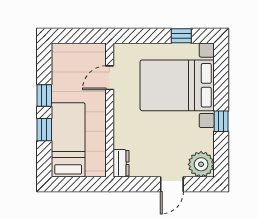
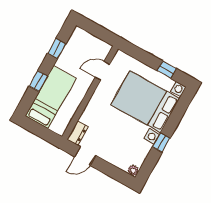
window: (44, 96) -> (57, 48), moved
plant: (201, 164) -> (133, 171), width x0.53, depth x0.53
door: (172, 184) -> (85, 156), moved

